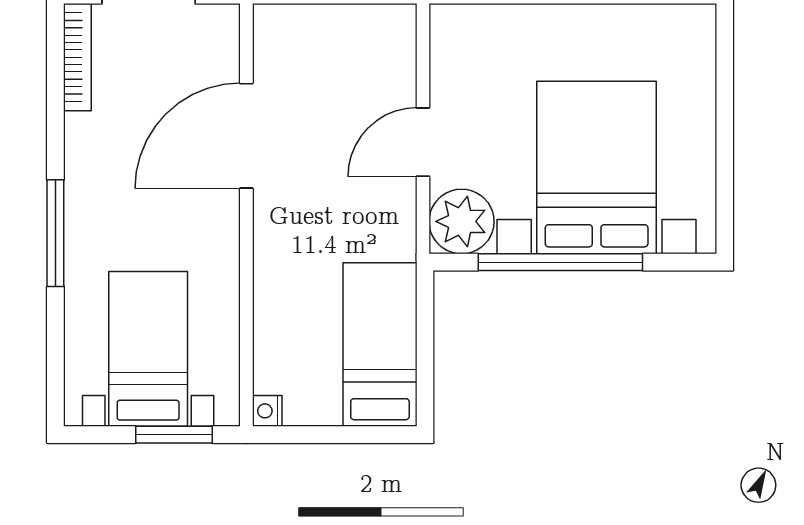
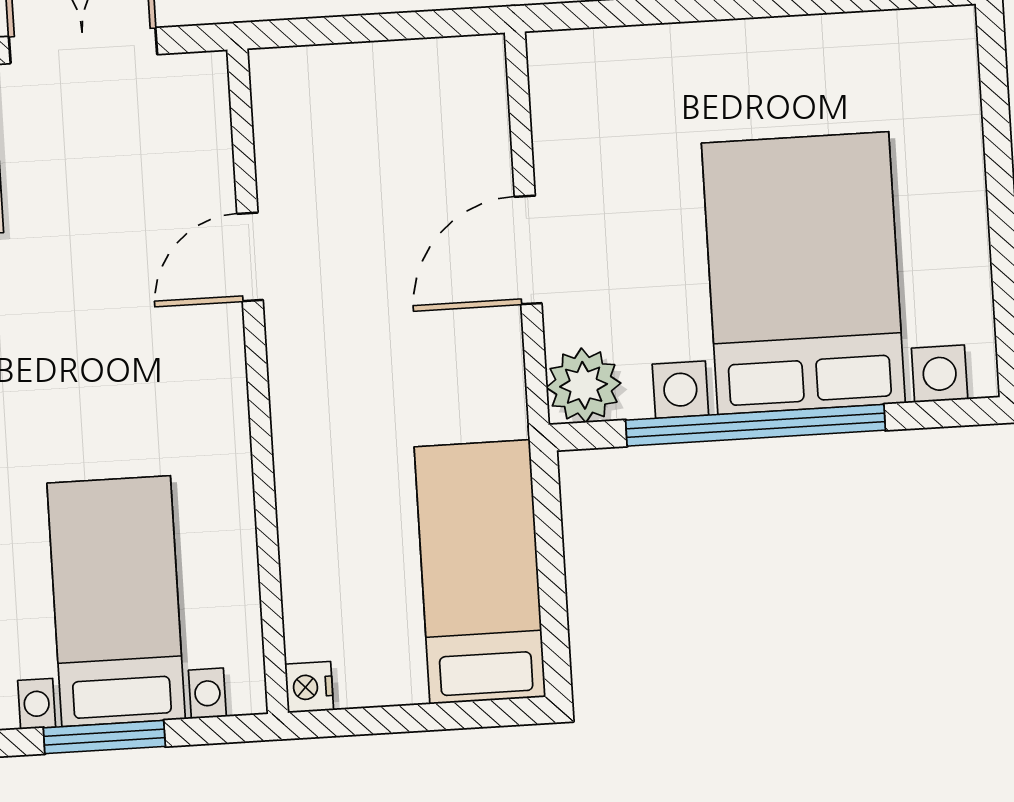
door: (246, 136) -> (250, 257), width x0.53
plant: (462, 221) -> (584, 385), width x0.73, depth x0.73
window: (174, 435) -> (104, 737), moved

